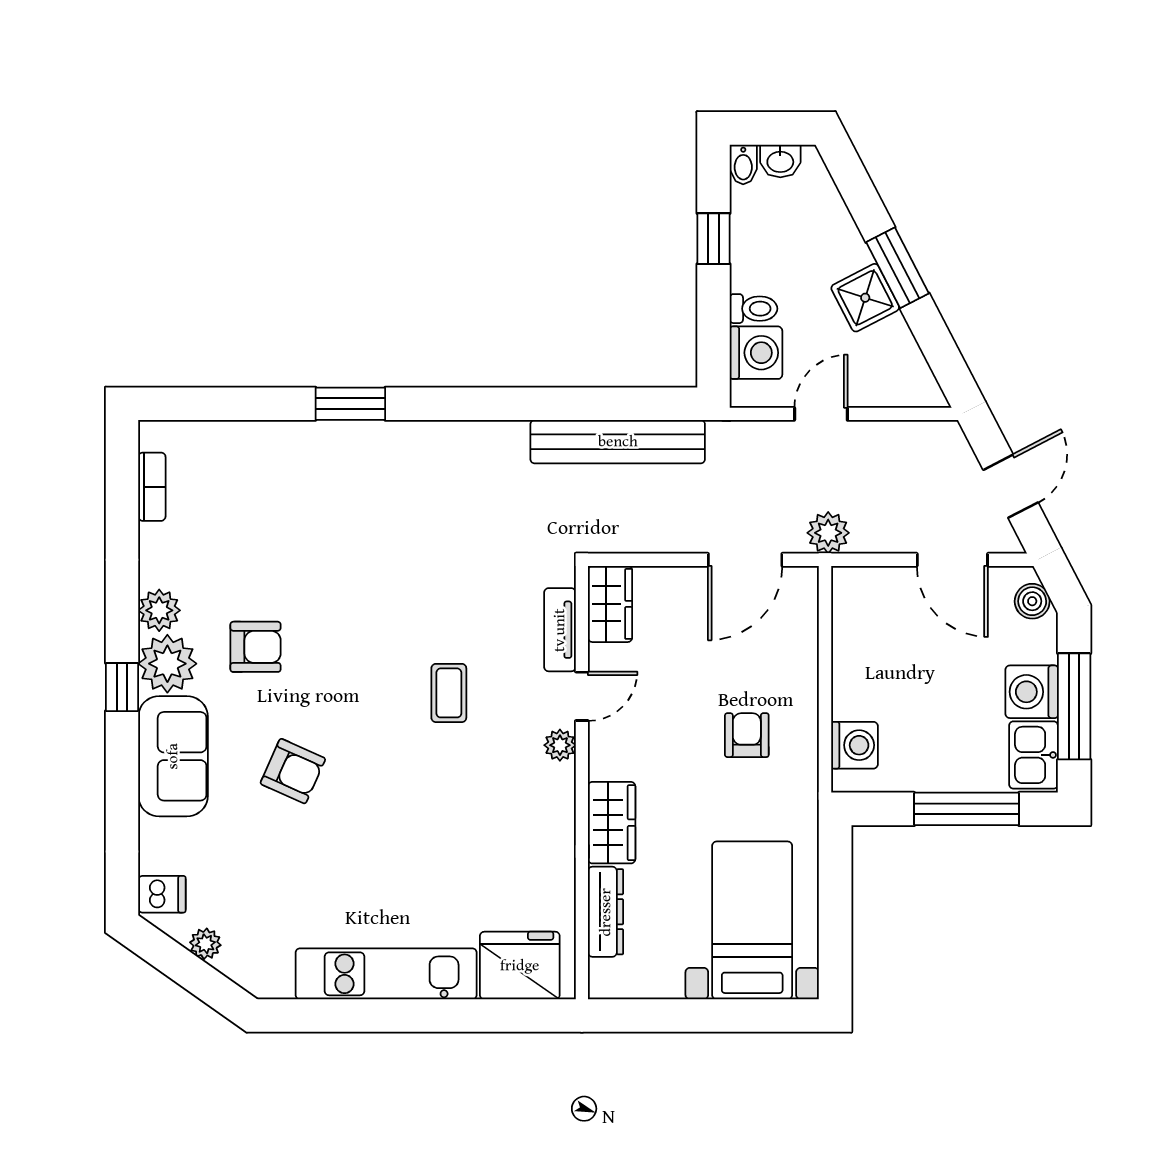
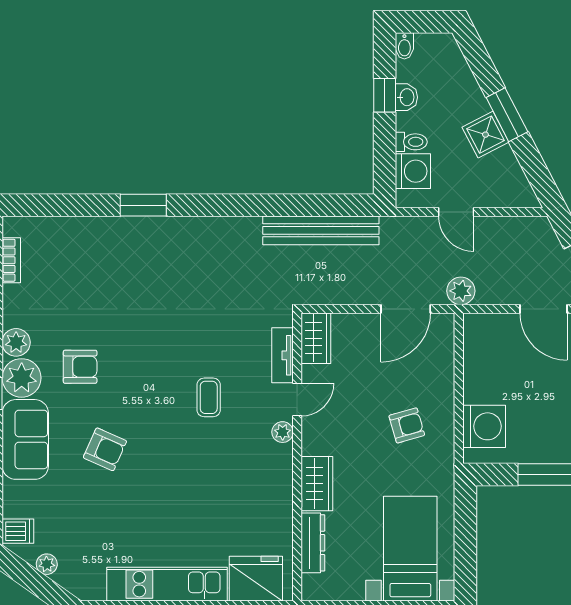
washbasin: (780, 161) -> (406, 97), moved, turned -90
door: (821, 414) -> (456, 212), swing flipped
armchair: (747, 735) -> (407, 425), turned 74
washing machine: (854, 745) -> (484, 426), width x1.37, depth x1.37

